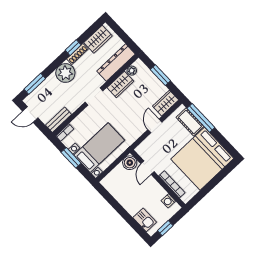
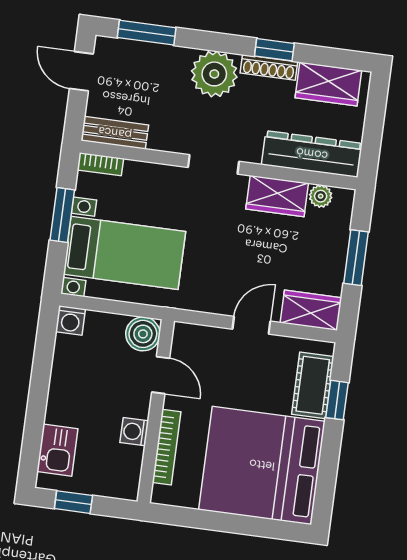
window: (201, 118) -> (337, 400), width x0.46
door: (147, 168) -> (161, 375), swing flipped
washing machine: (107, 182) -> (71, 320), added
washing machine: (168, 201) -> (134, 432), moved

